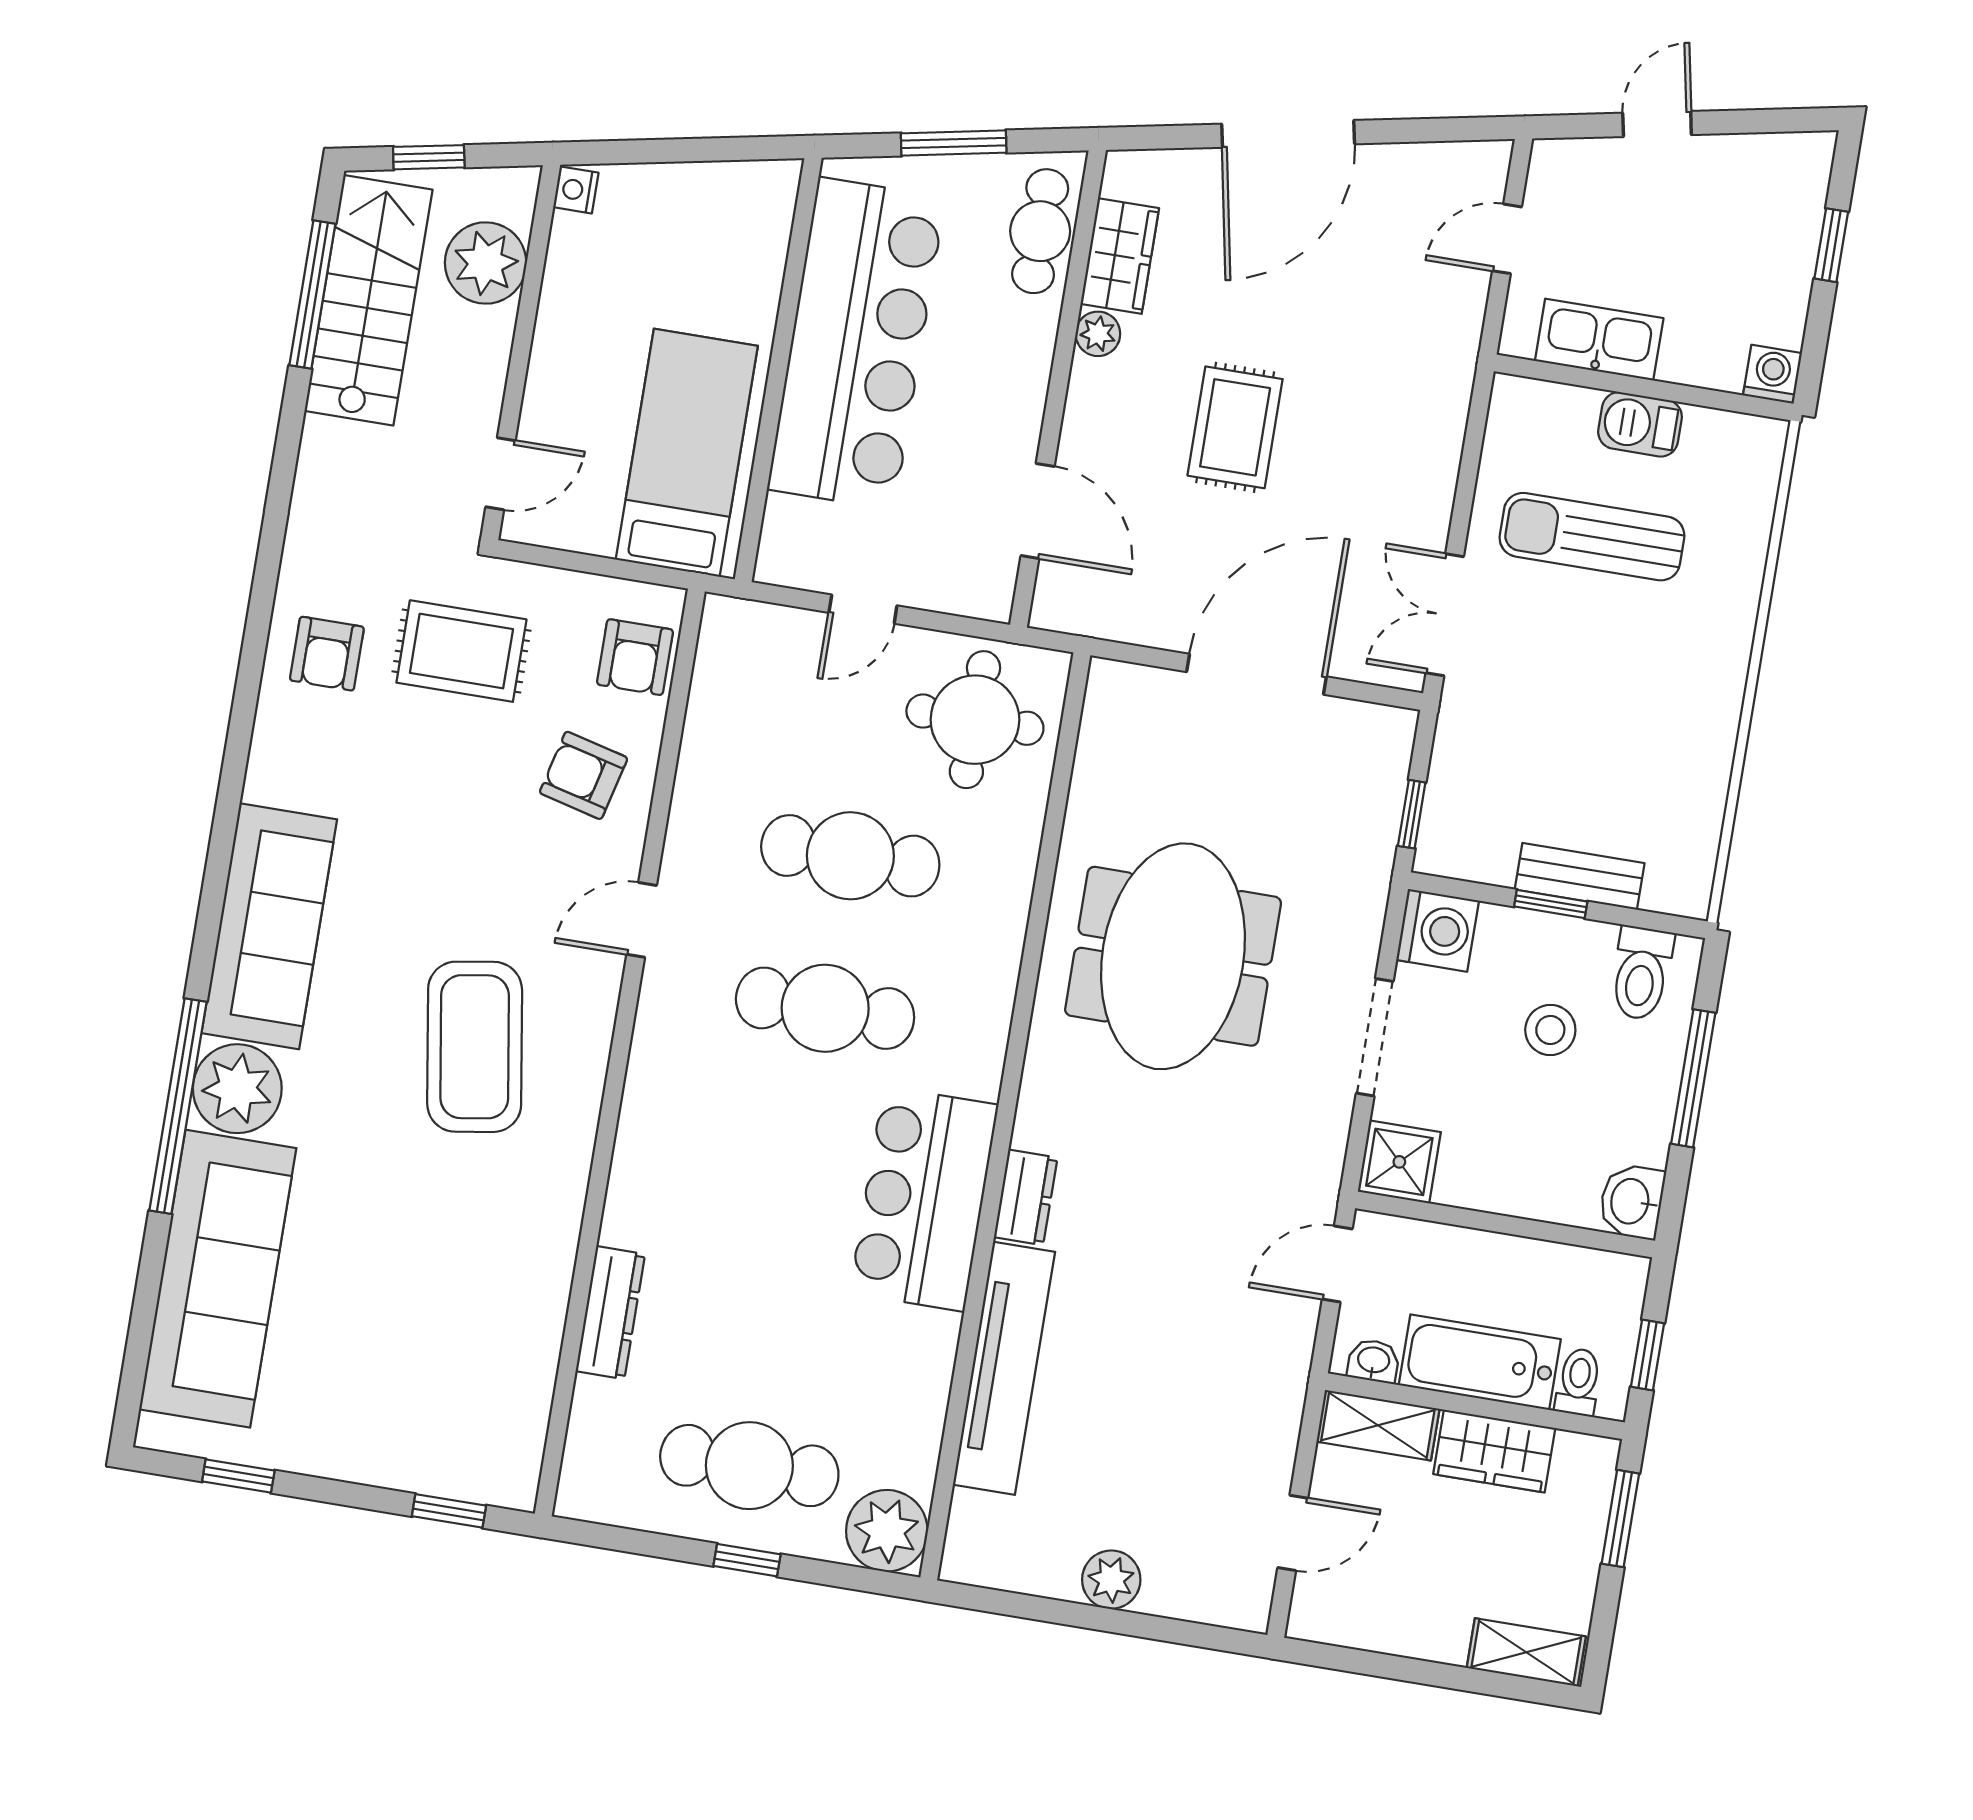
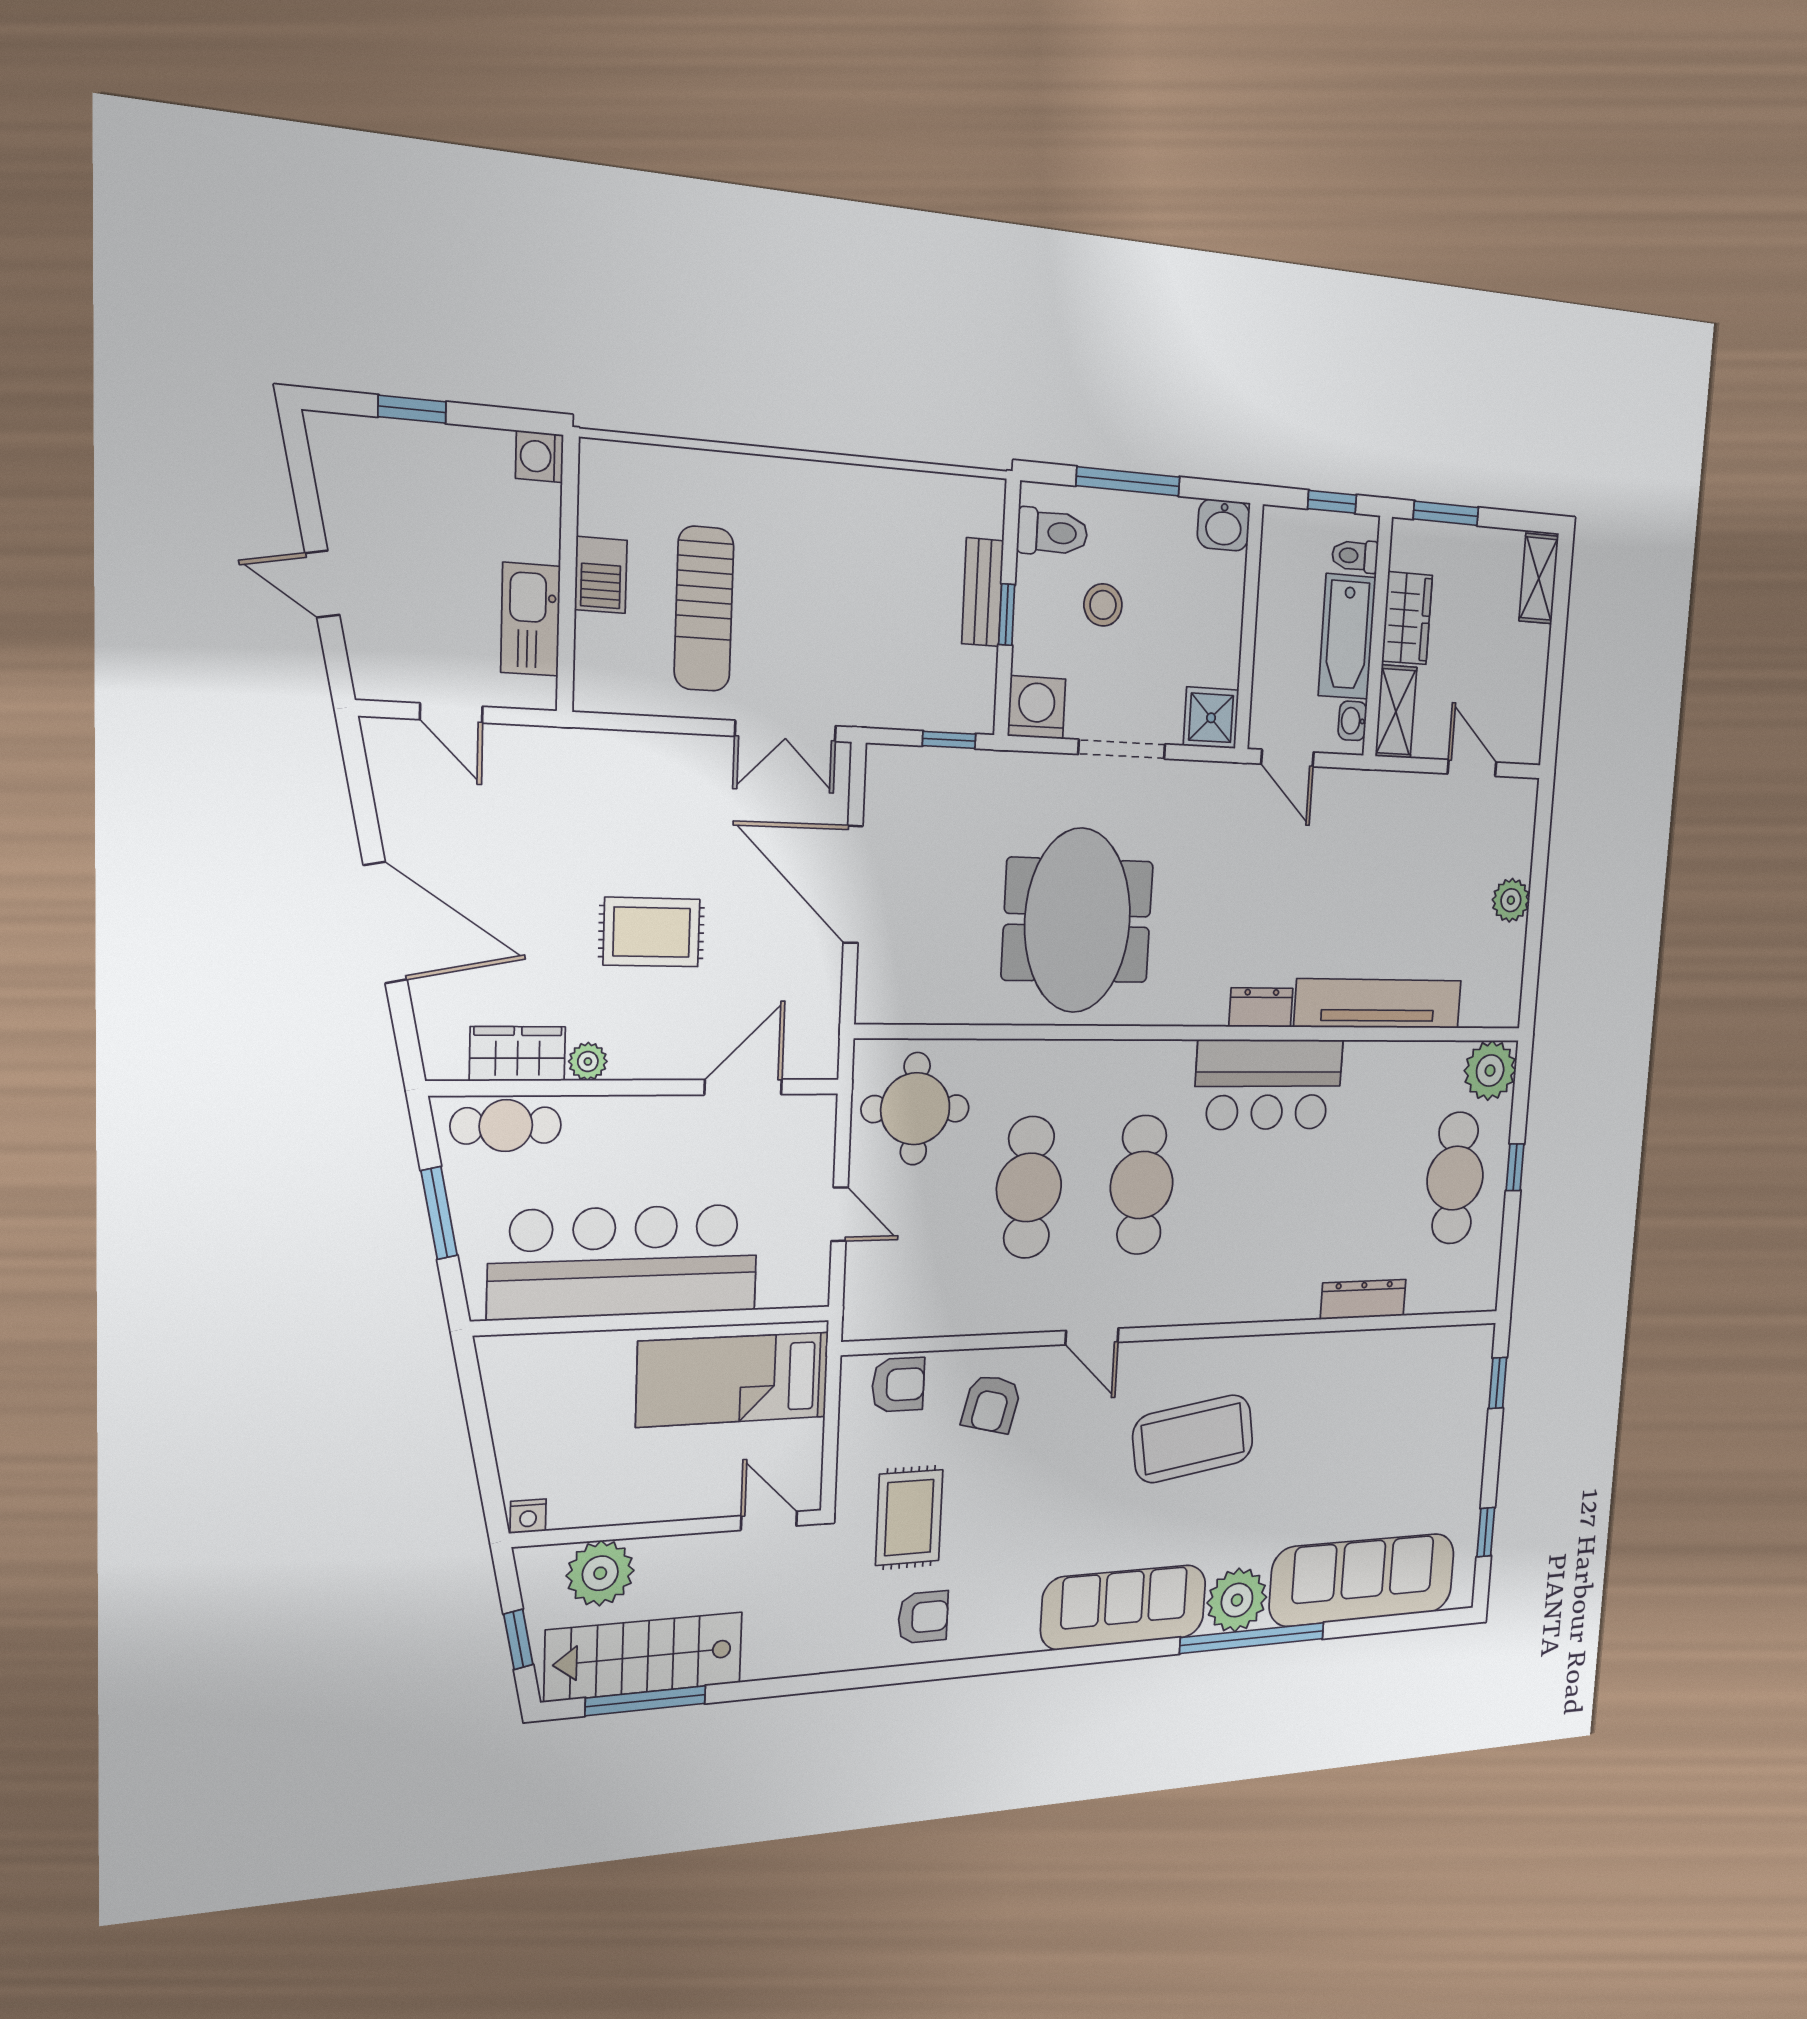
meeting table: (1173, 956) -> (1078, 920), turned 90

